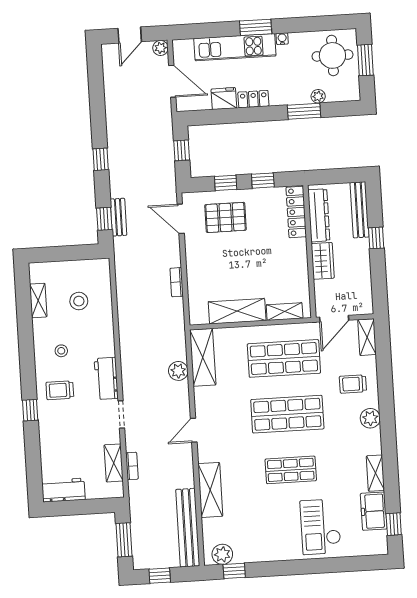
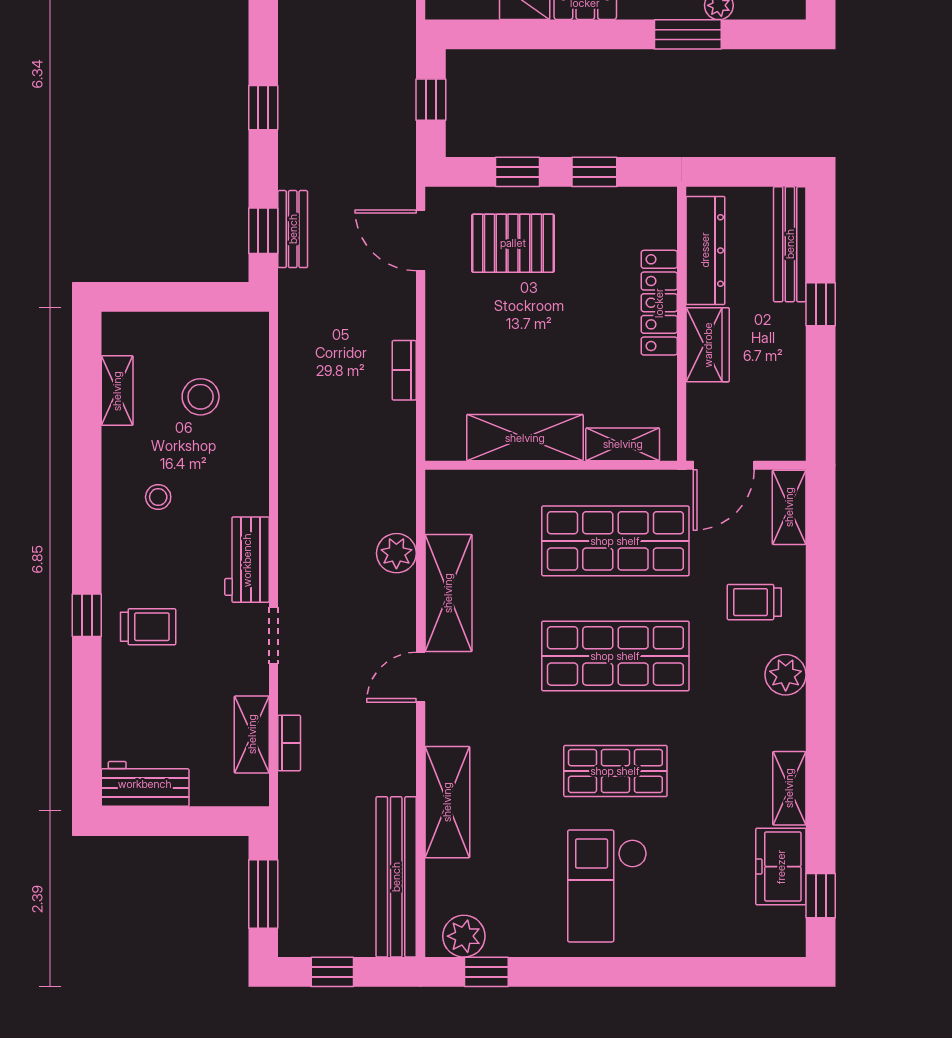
locker: (296, 212) -> (659, 303), moved
shelving: (203, 357) -> (448, 593), moved
trolley: (60, 390) -> (148, 627), moved, turned 180
checkout: (321, 527) -> (607, 886), moved

